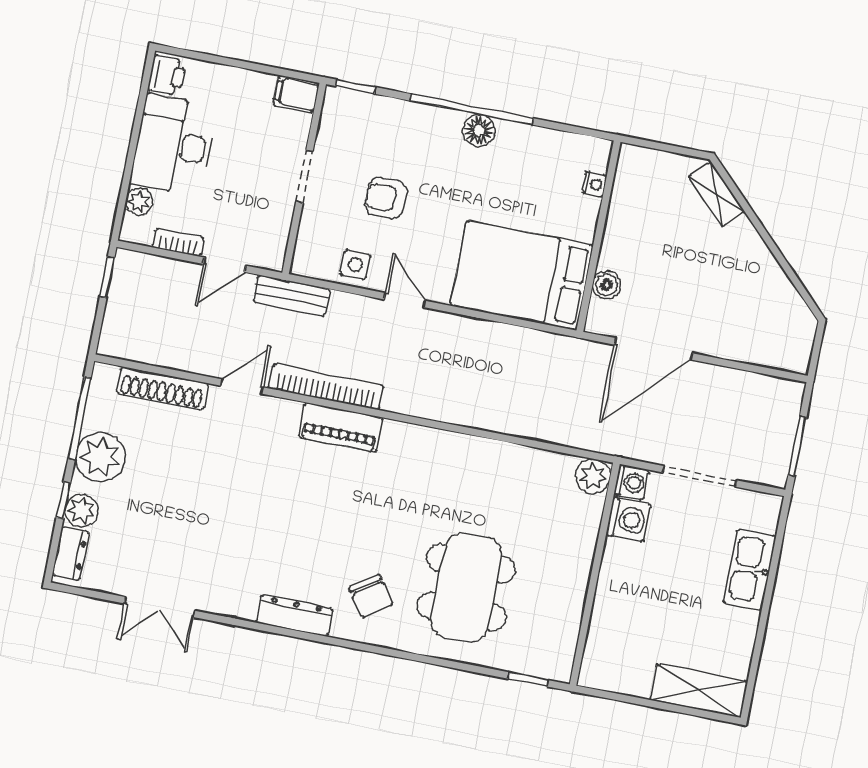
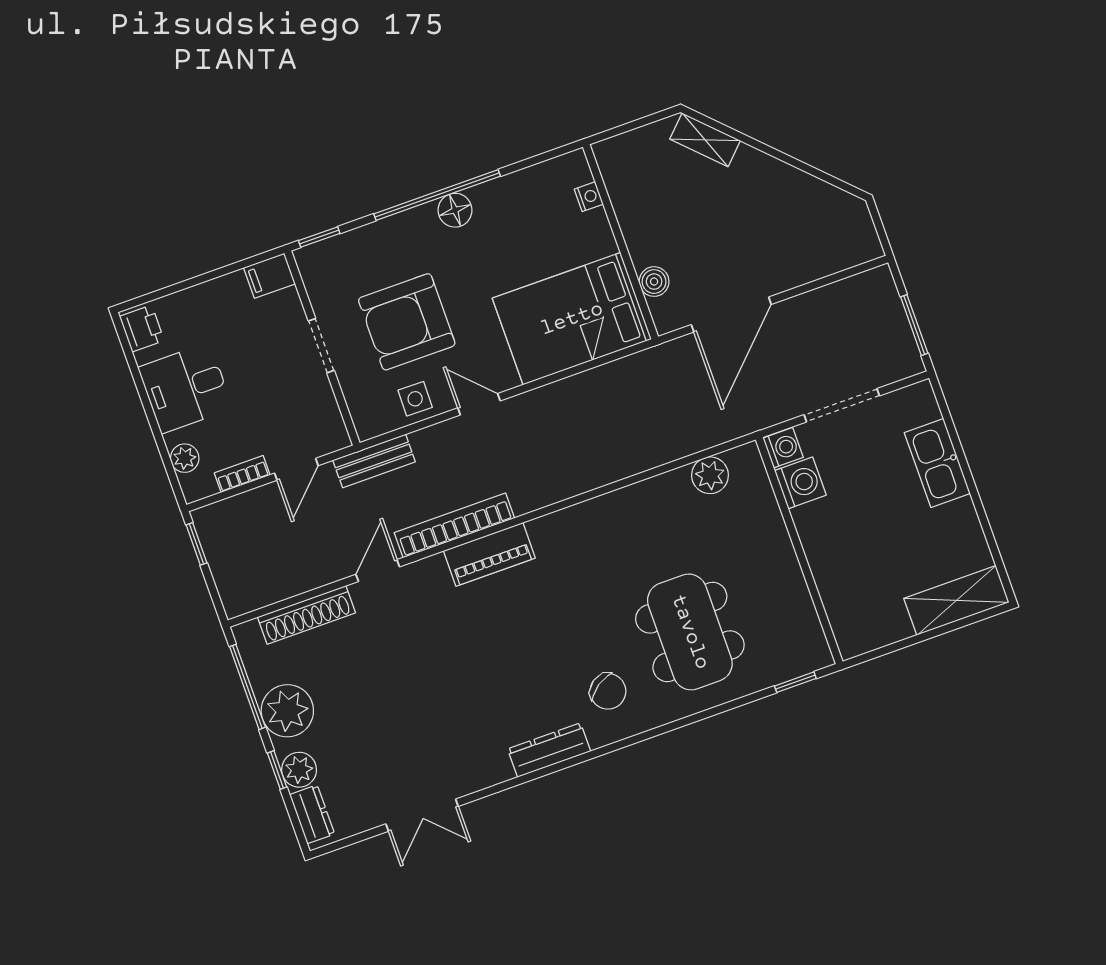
desk: (173, 145) -> (185, 388), width x0.73
armchair: (386, 198) -> (407, 322), width x1.88, depth x1.88
plant: (593, 476) -> (710, 475), moved

